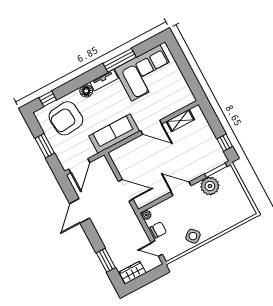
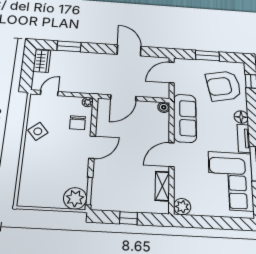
plant: (187, 98) -> (182, 207), added
armchair: (66, 118) -> (224, 86), turned -96
window: (225, 143) -> (128, 218), moved
boiler: (115, 155) -> (164, 107), added
door: (79, 166) -> (172, 72), hinge flipped
plant: (210, 186) -> (75, 198), moved
chair: (158, 230) -> (77, 123), moved

